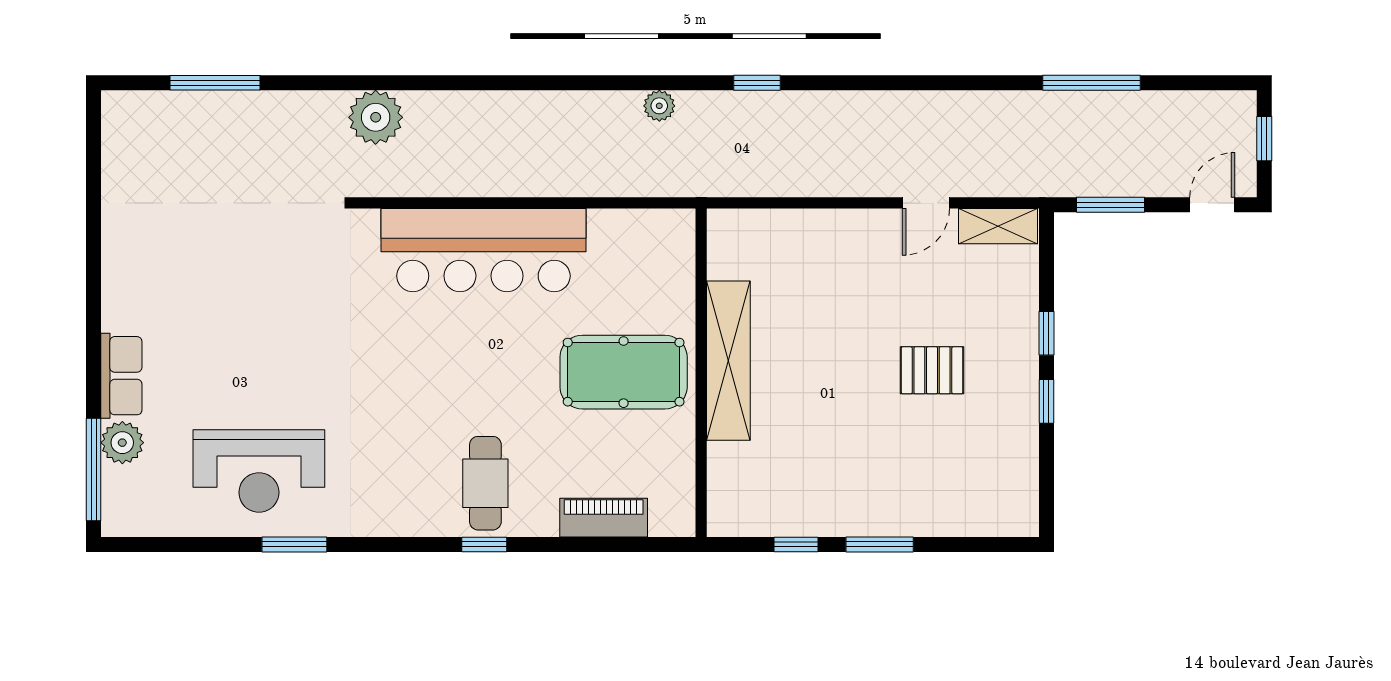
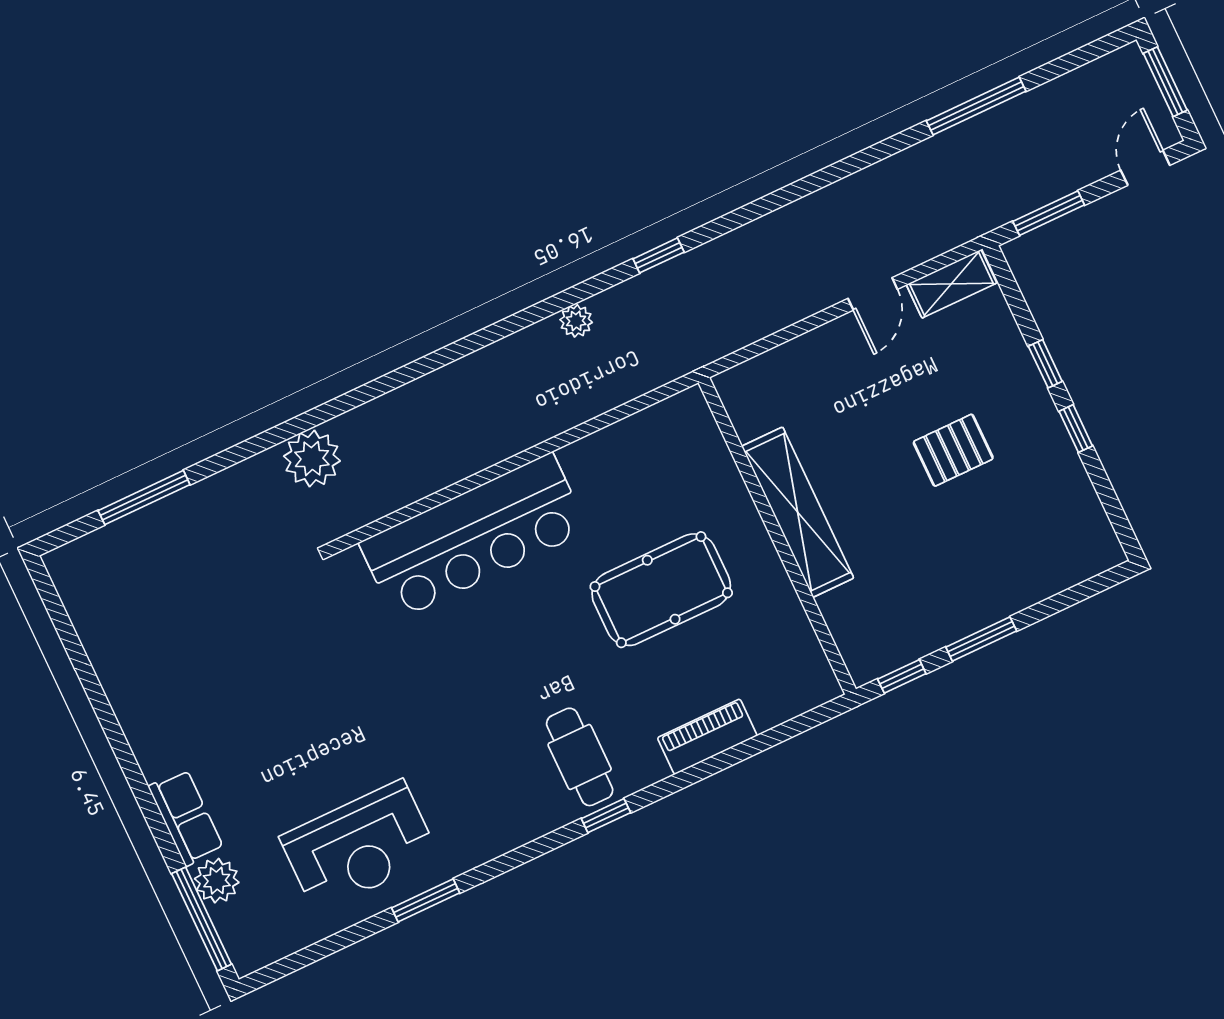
window: (1264, 139) -> (1165, 82), width x1.50
shelving: (728, 361) -> (798, 512), moved
wall: (701, 373) -> (777, 536), moved

